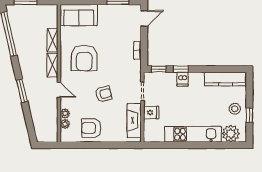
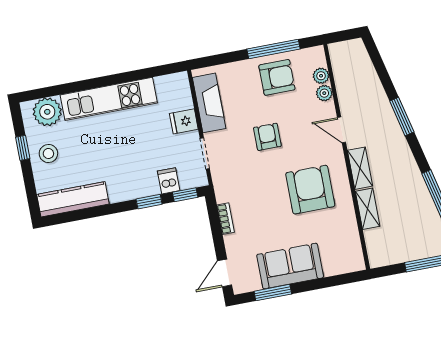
sofa: (79, 15) -> (290, 266), moved
dishwasher: (183, 79) -> (169, 181), moved
armchair: (104, 94) -> (267, 137), turned 105
window: (90, 145) -> (273, 49), added

